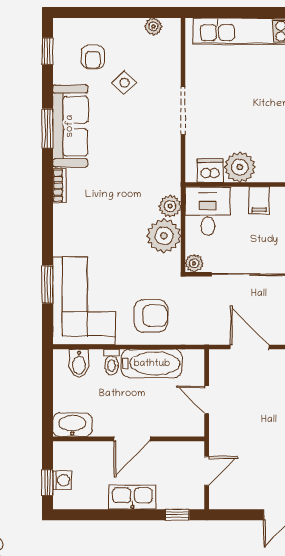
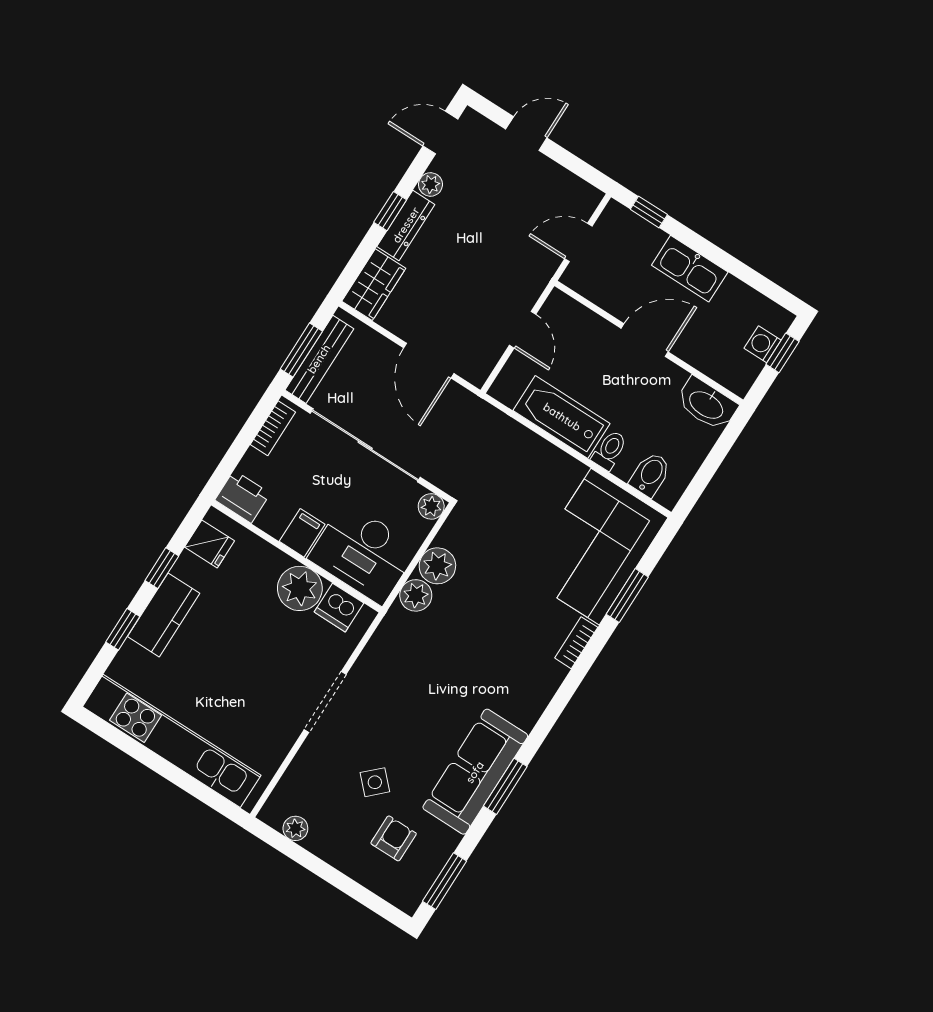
window: (47, 51) -> (445, 881), width x1.50
bookcase: (60, 186) -> (576, 643), moved
desk: (208, 211) -> (363, 553), width x1.37
plant: (164, 236) -> (437, 566), width x0.73, depth x0.73
armchair: (151, 316) -> (525, 476), removed

